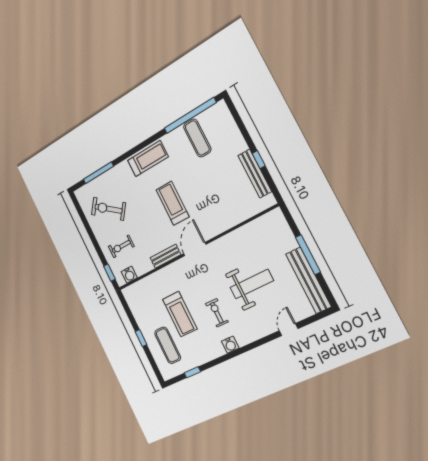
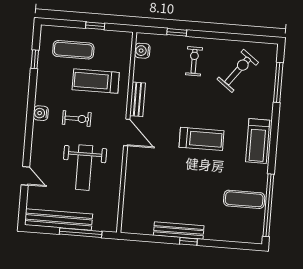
door: (195, 249) -> (127, 132), moved
wall: (195, 249) -> (127, 132), moved
bench: (165, 256) -> (137, 99), moved
water cooler: (129, 275) -> (142, 51), moved

